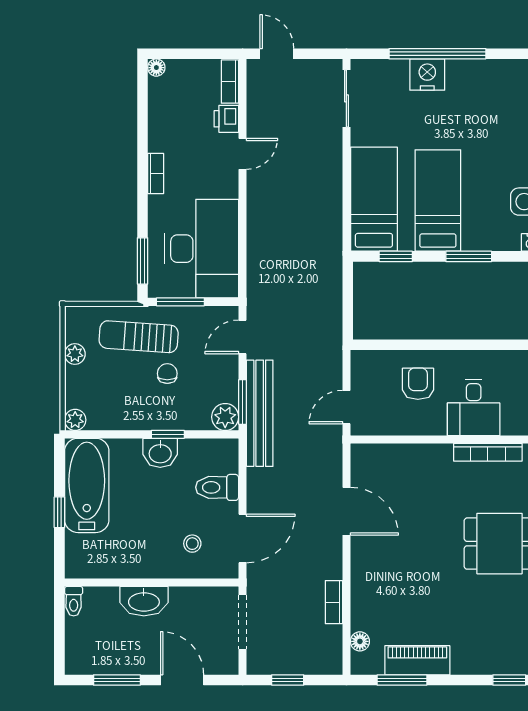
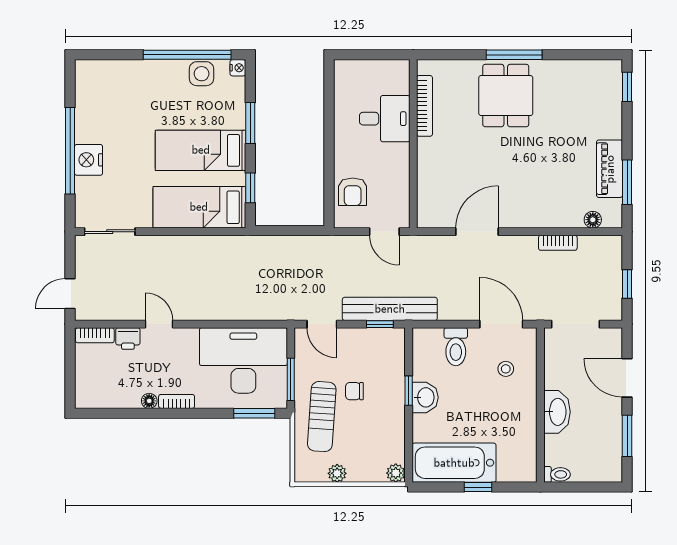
floor lamp: (156, 68) -> (149, 401), moved
armchair: (418, 384) -> (353, 192), moved, turned -90
window: (243, 402) -> (380, 324), width x0.67
plant: (225, 417) -> (393, 340), removed
door: (182, 680) -> (627, 378), hinge flipped

